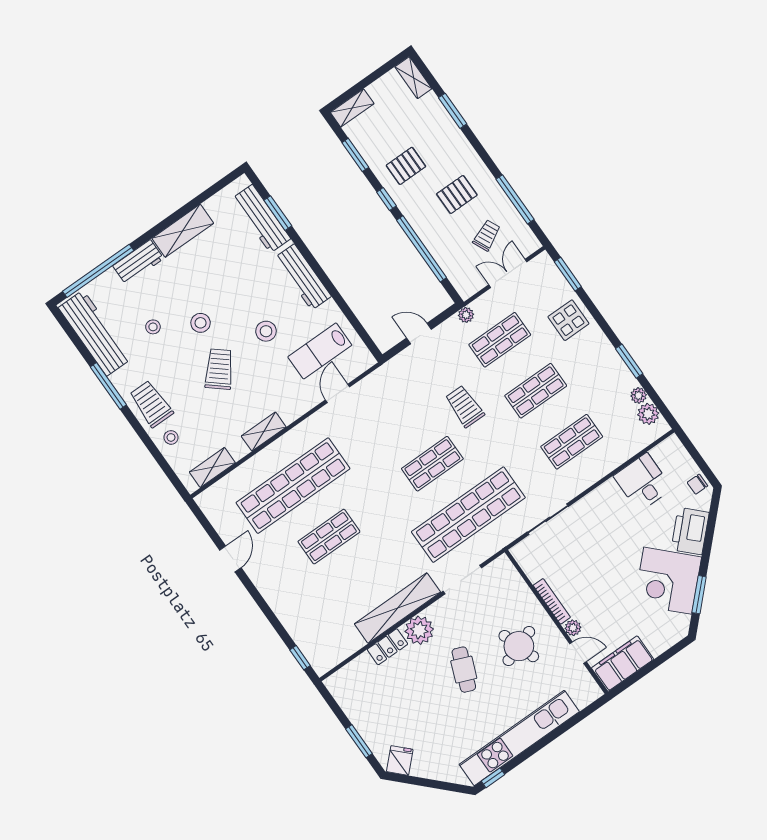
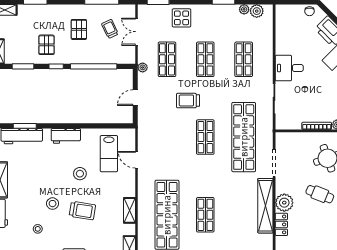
workbench: (303, 277) -> (66, 136), width x0.73
trolley: (219, 369) -> (82, 211), turned 149
desk: (643, 482) -> (289, 68), moved

